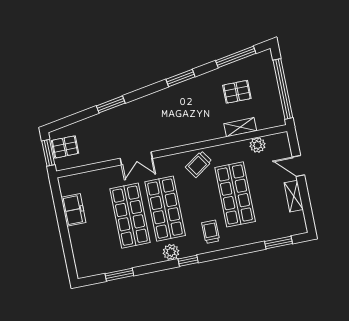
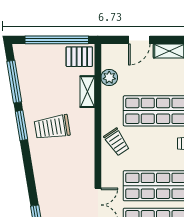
window: (180, 78) -> (21, 125), moved
pallet: (237, 92) -> (79, 57), moved, turned 90
trolley: (200, 101) -> (52, 127), added

